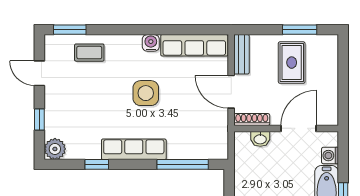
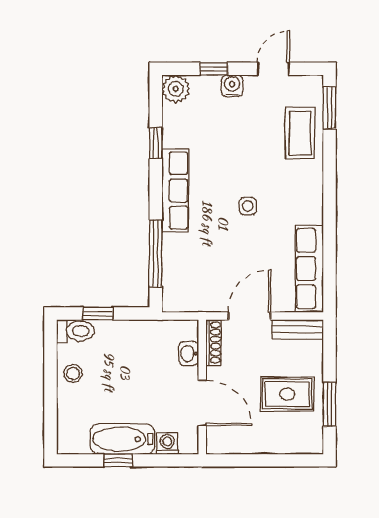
water cooler: (151, 43) -> (232, 86), moved, turned -90
coffee table: (89, 53) -> (300, 133), width x1.36, depth x1.30
side table: (146, 93) -> (248, 206), width x0.54, depth x0.54

